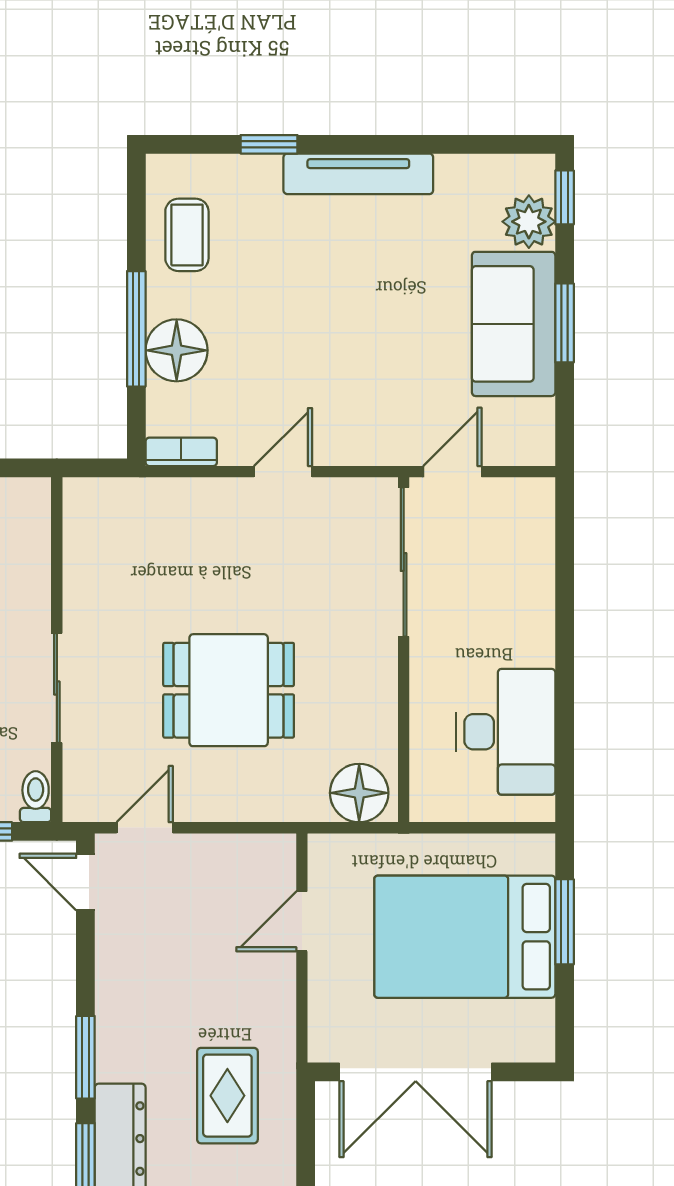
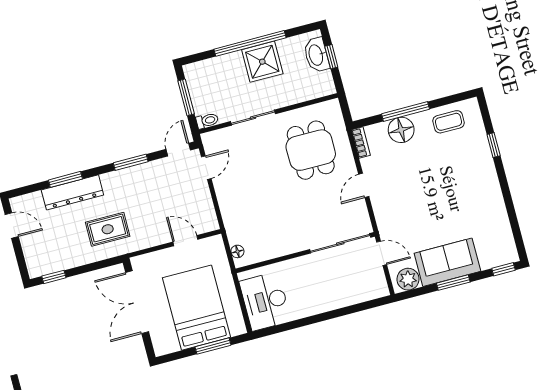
tv unit: (358, 174) -> (491, 184), removed
plant: (529, 222) -> (408, 279), moved
door: (283, 472) -> (364, 185), swing flipped
dining table: (229, 690) -> (311, 150), moved
desk: (506, 732) -> (265, 301), moved, turned 90
floor lamp: (359, 793) -> (237, 251), width x0.53, depth x0.53
door: (145, 828) -> (206, 168), hinge flipped
window: (85, 1057) -> (131, 162), moved

